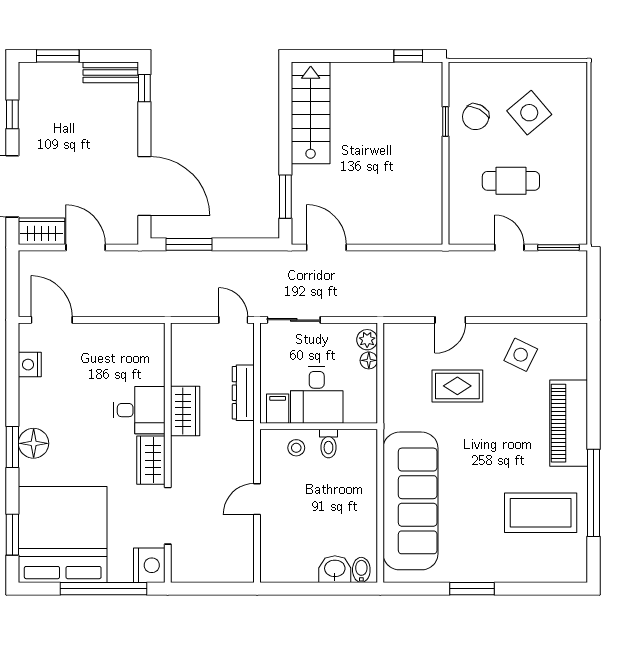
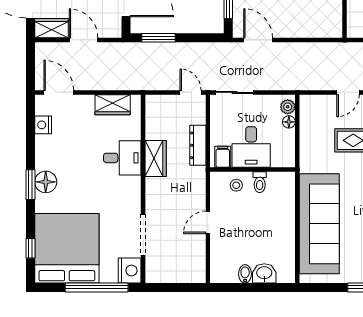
wardrobe: (151, 460) -> (113, 105), moved, turned -90
window: (12, 535) -> (30, 248), width x0.67
bidet: (361, 570) -> (245, 274), moved

